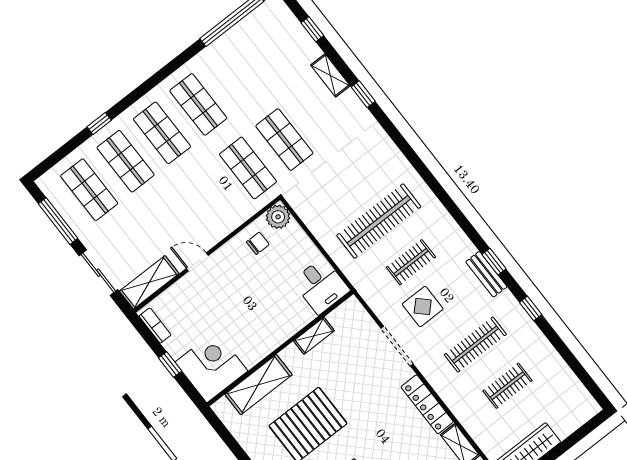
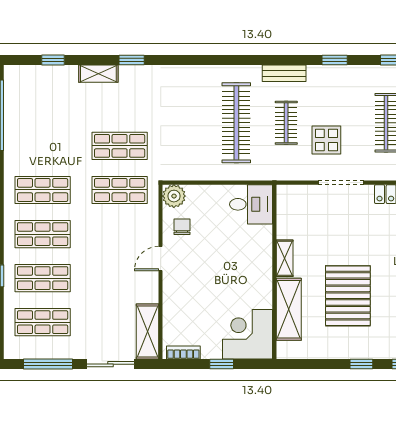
door: (197, 262) -> (161, 259), moved
bench: (486, 274) -> (284, 73), moved
shelving: (314, 336) -> (285, 258), moved

